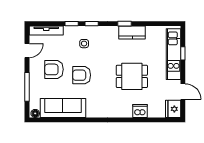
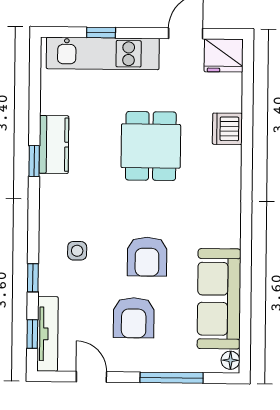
window: (92, 24) -> (32, 334), moved

